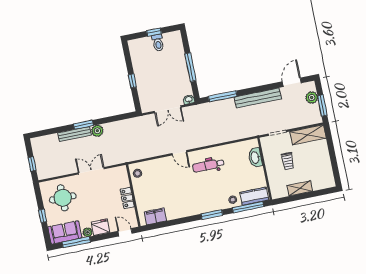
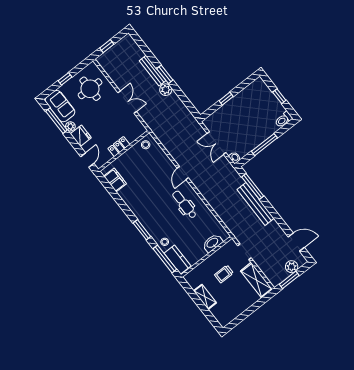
toilet: (158, 43) -> (284, 120), moved
bench: (258, 98) -> (256, 204), moved

